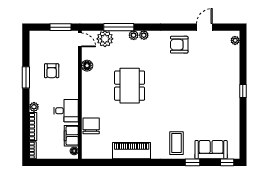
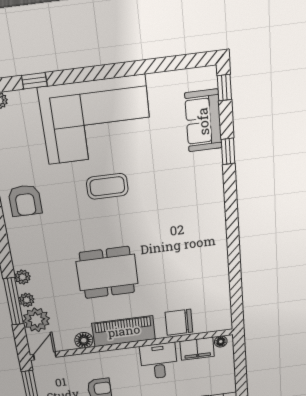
plant: (144, 35) -> (27, 300), moved
corner sofa: (219, 91) -> (96, 120), added
window: (243, 91) -> (34, 81), moved
coffee table: (176, 143) -> (107, 186), moved
piano: (132, 151) -> (124, 331), moved, turned 90

